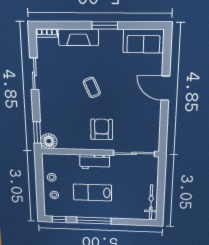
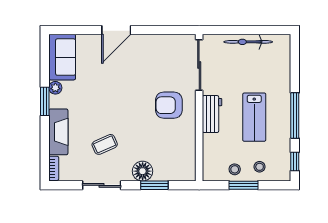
plant: (117, 35) -> (55, 88), added
coffee table: (92, 87) -> (105, 144), moved
window: (37, 132) -> (154, 185), moved
floor lamp: (49, 141) -> (143, 171), moved
window: (40, 183) -> (244, 185), added
bicycle: (151, 202) -> (248, 42), moved

